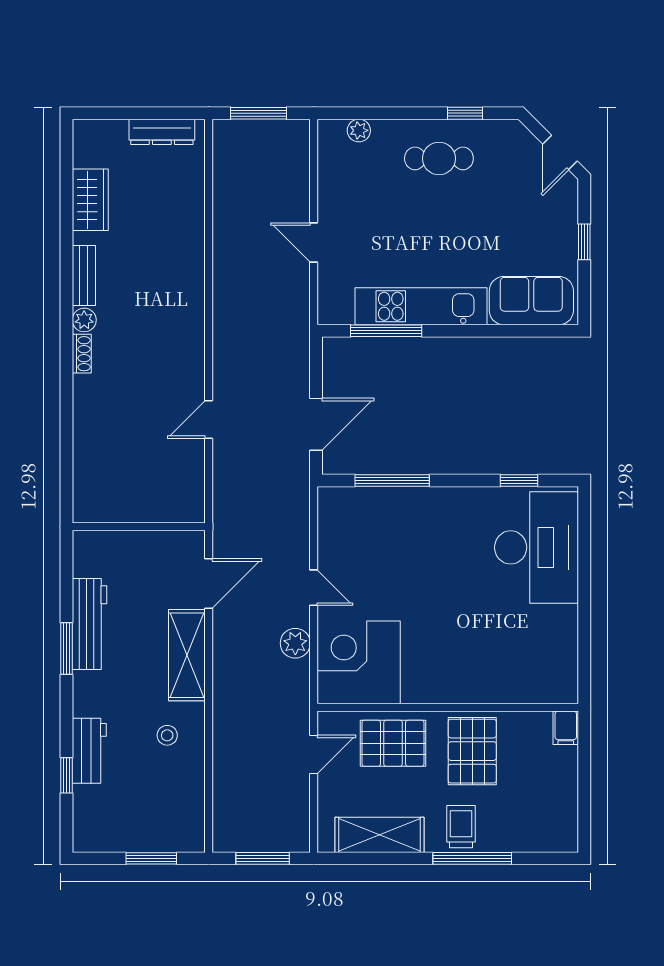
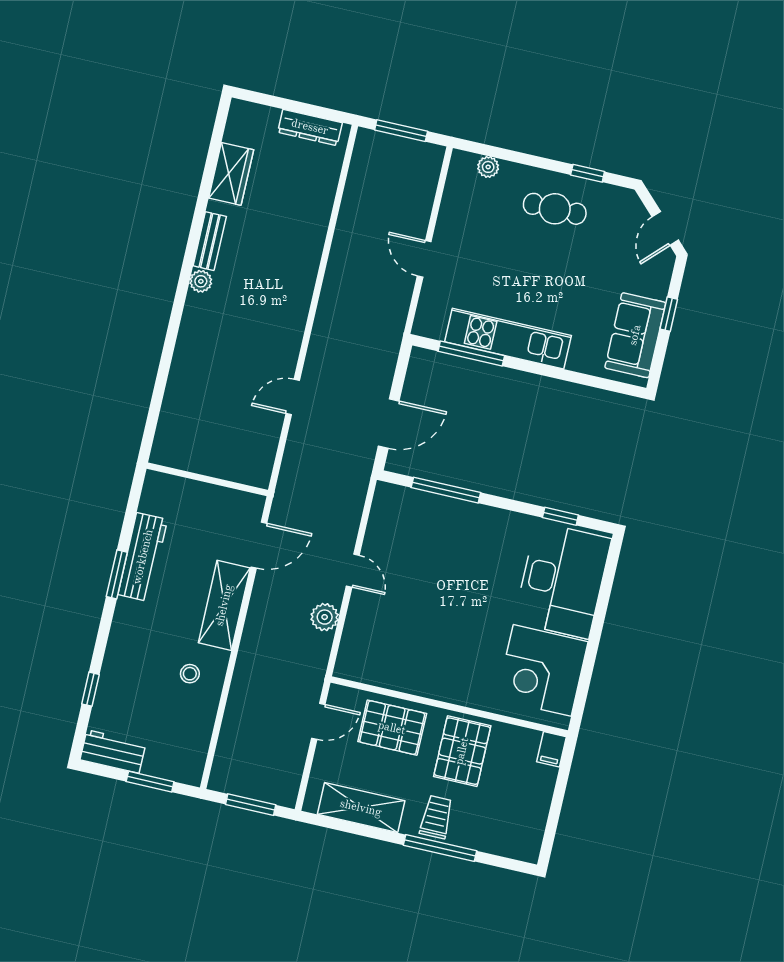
sofa: (531, 301) -> (635, 335), moved, turned -90
shoe rack: (82, 354) -> (192, 311), removed
corner desk: (359, 662) -> (542, 670), moved, turned -90
workbench: (89, 751) -> (113, 751), moved, turned -90

